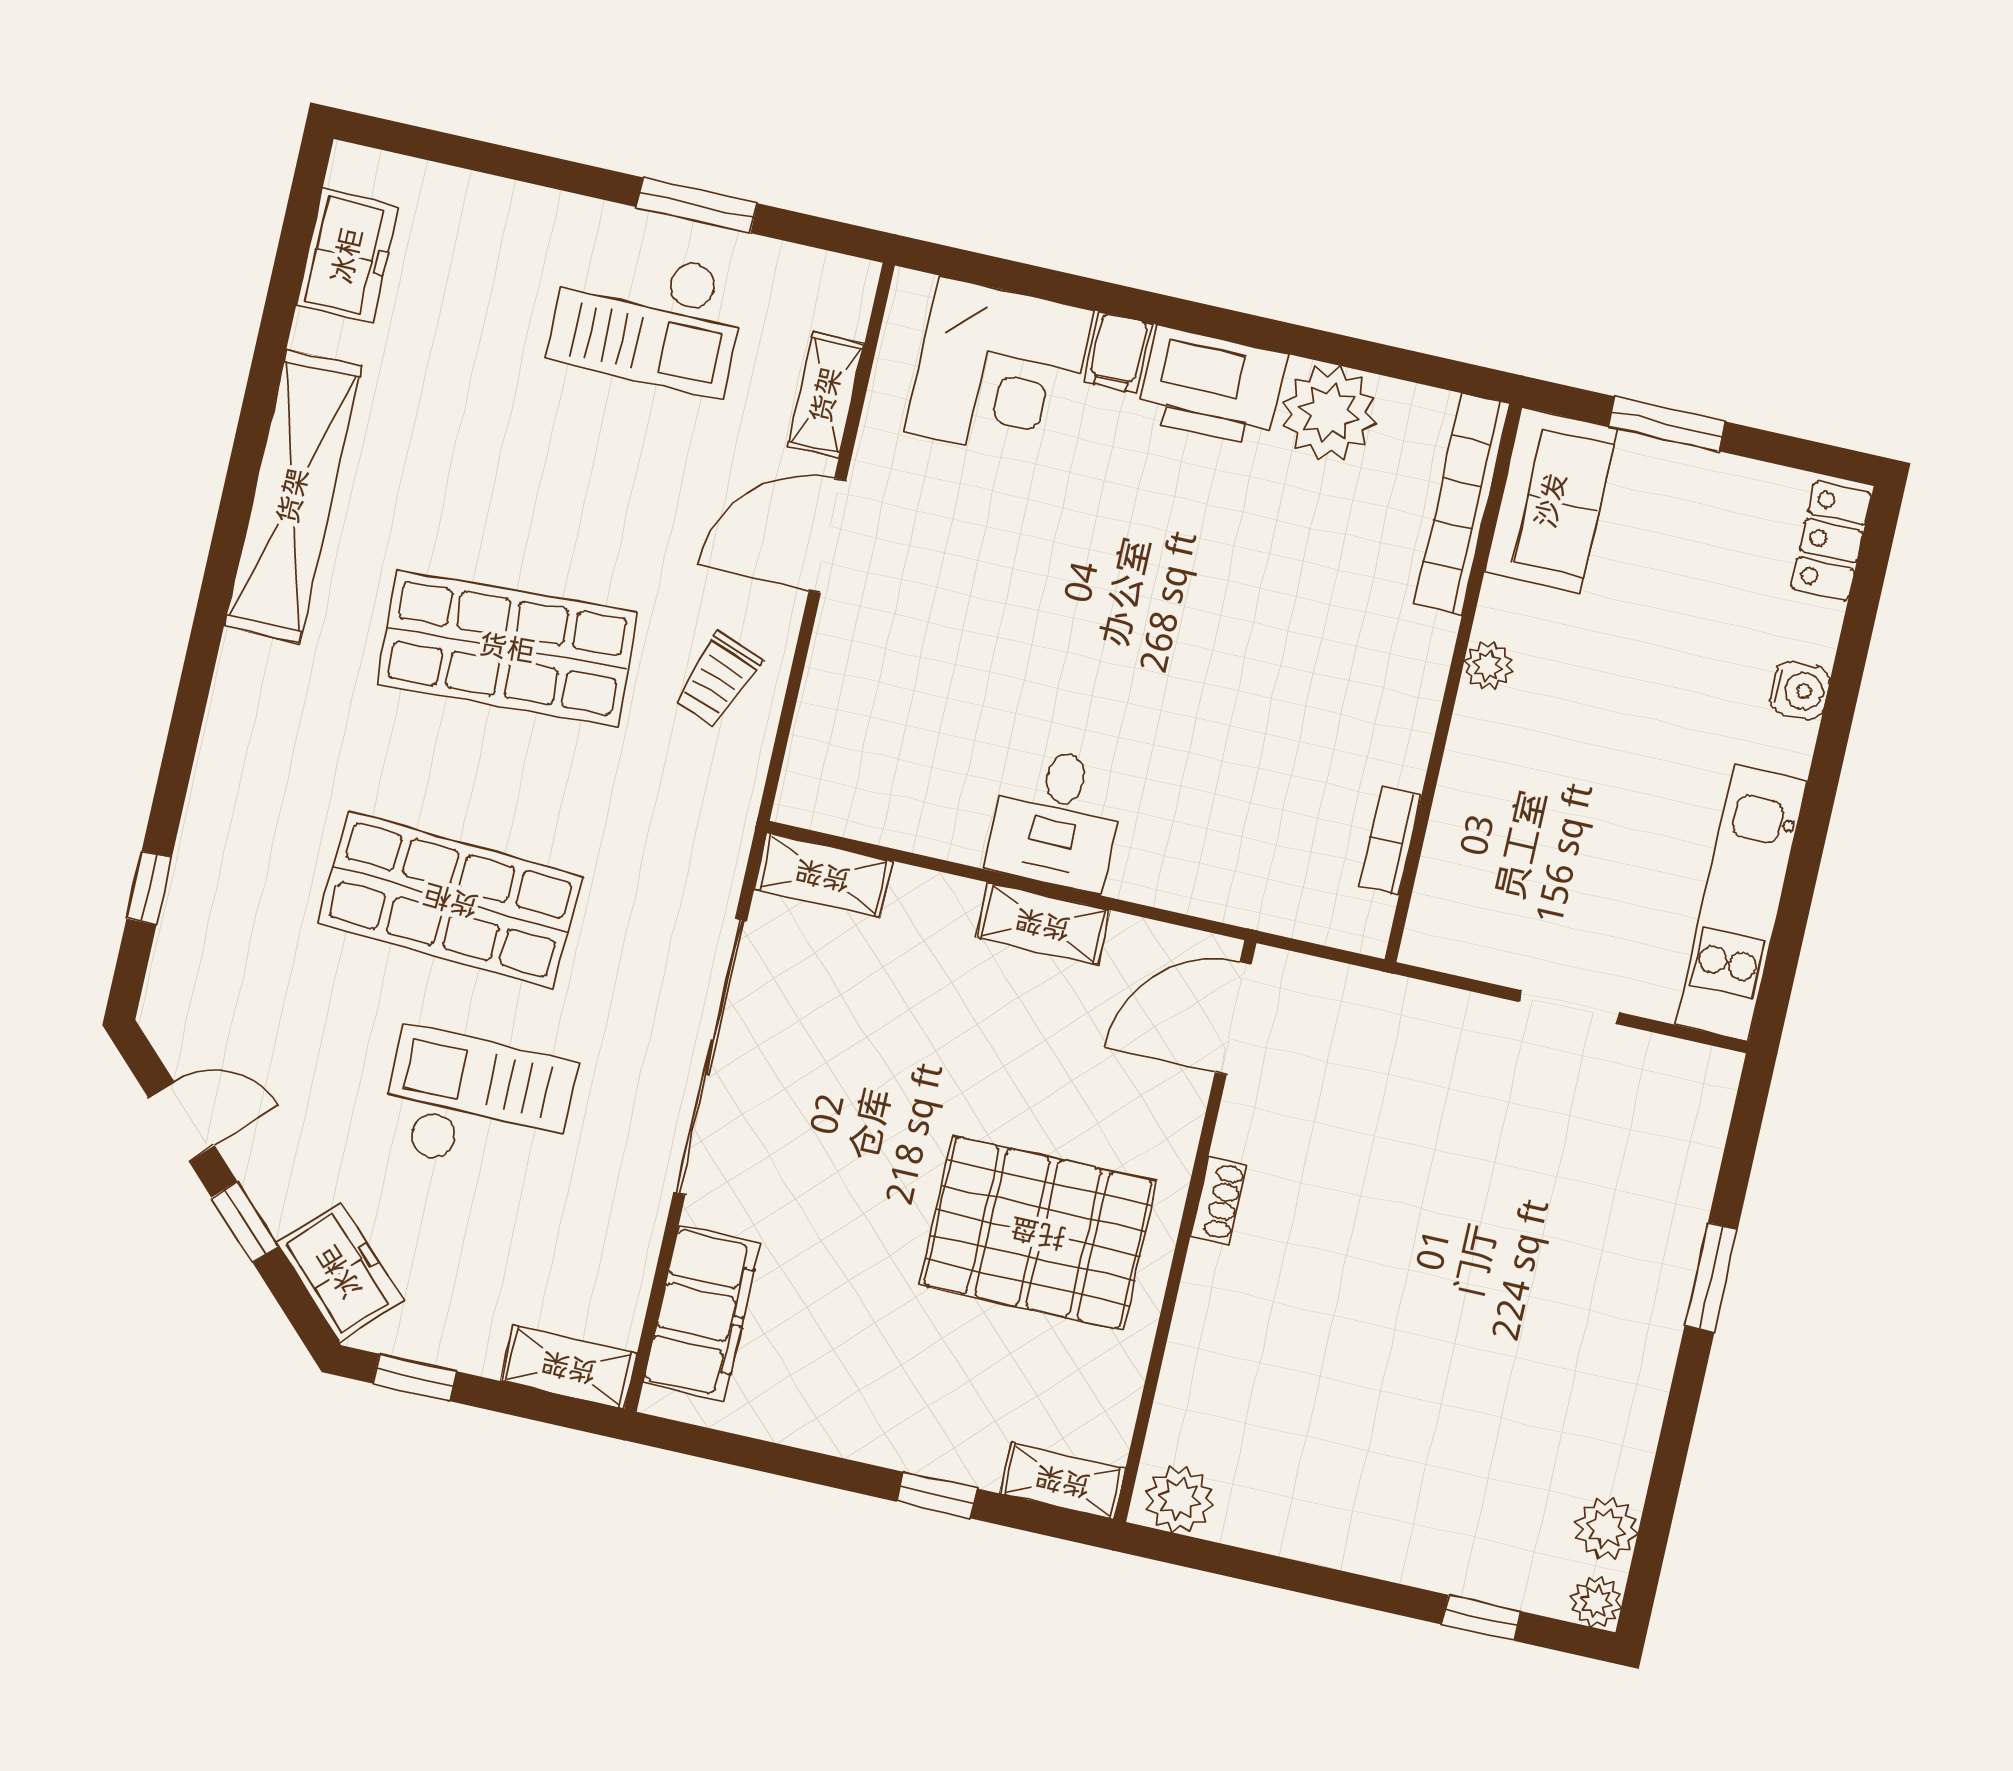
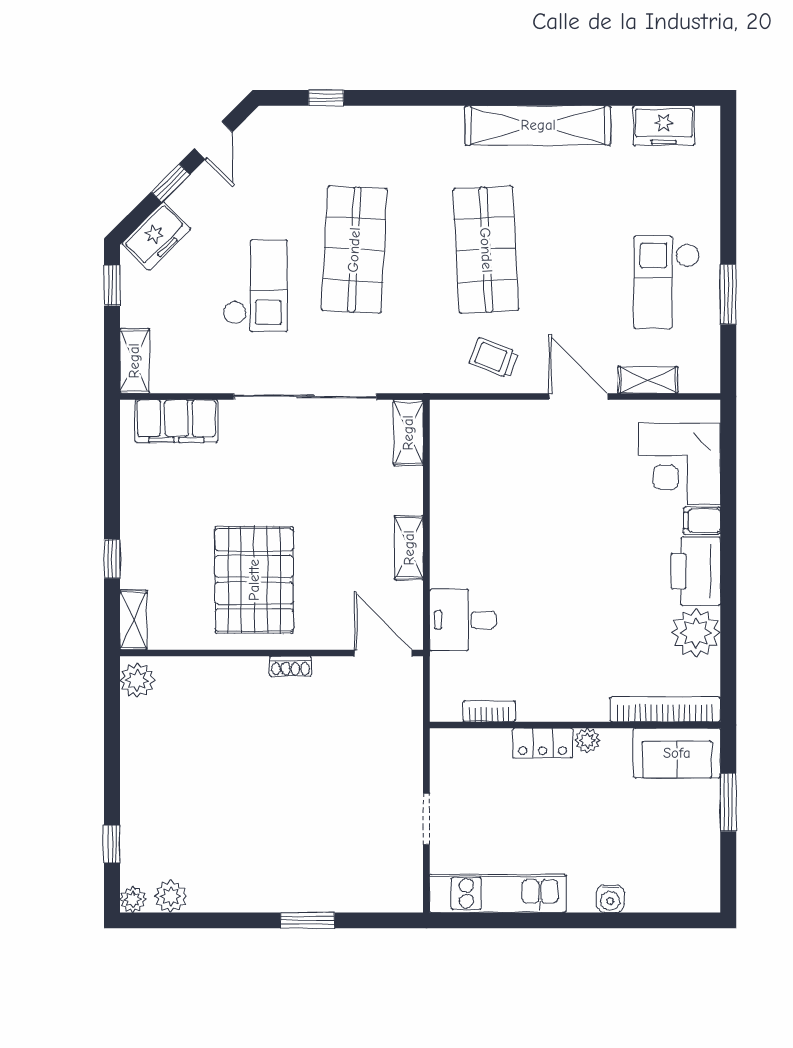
locker: (1831, 541) -> (543, 743), moved, turned 180
desk: (1056, 818) -> (463, 620), moved

